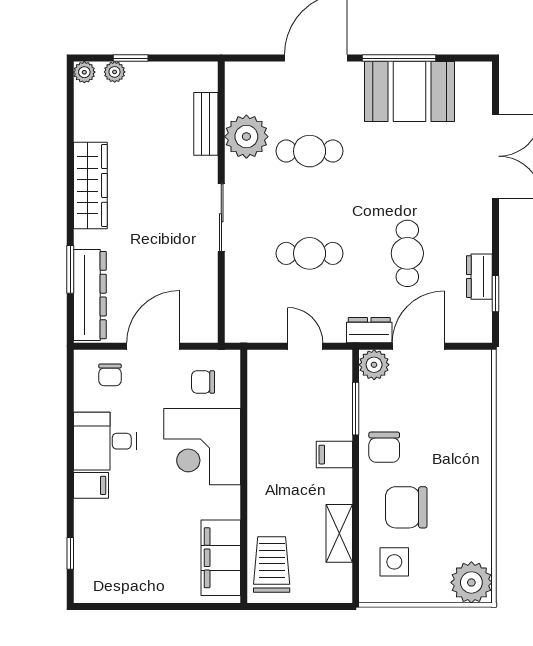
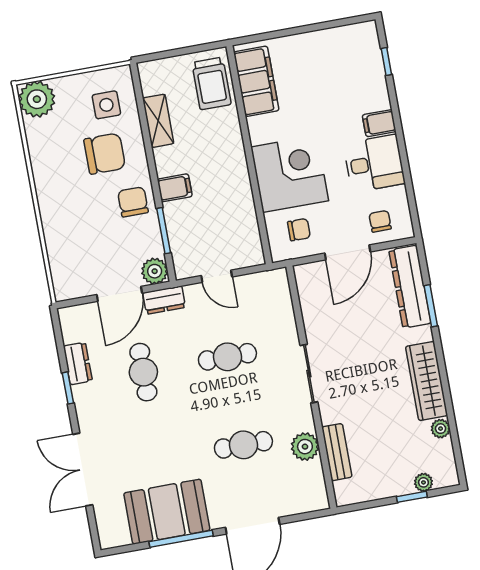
plant: (84, 72) -> (441, 429), moved
plant: (246, 137) -> (305, 447), width x0.73, depth x0.73
window: (496, 294) -> (68, 388), moved

